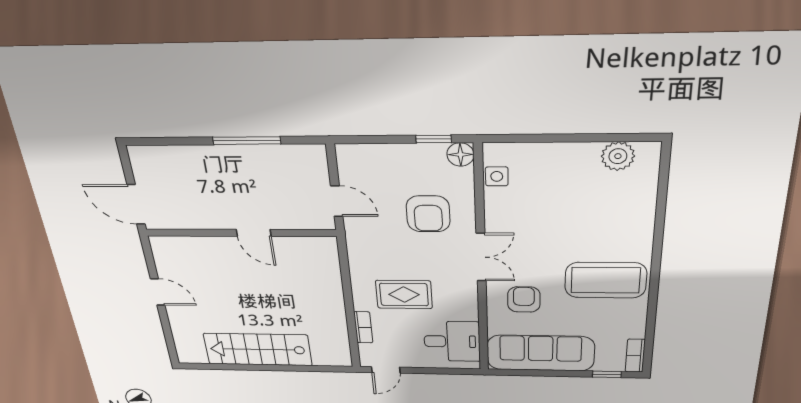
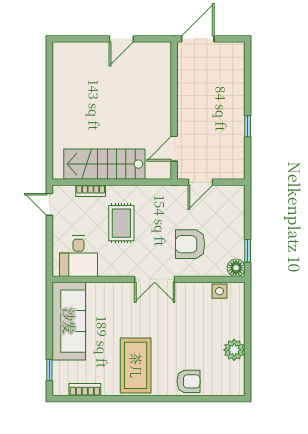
window: (247, 141) -> (248, 126), width x0.46
plant: (618, 156) -> (234, 350), moved
door: (254, 233) -> (174, 149), moved
armchair: (524, 299) -> (189, 381), moved
stairs: (258, 350) -> (104, 164), moved, turned -90
bookcase: (635, 356) -> (85, 390), moved

